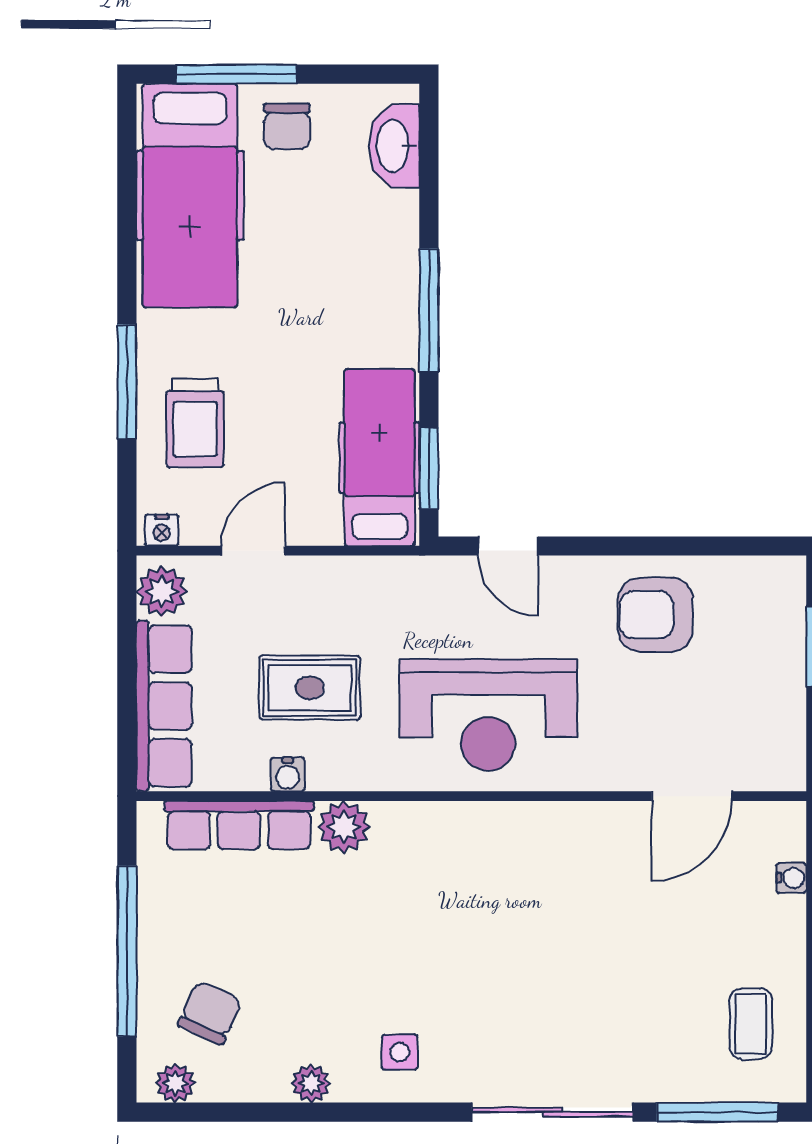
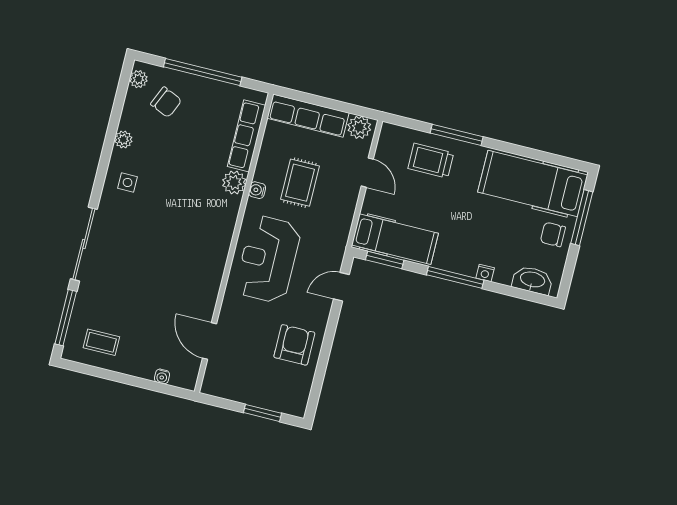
nightstand: (162, 530) -> (485, 273), moved, turned -90
water cooler: (288, 774) -> (257, 190), moved

